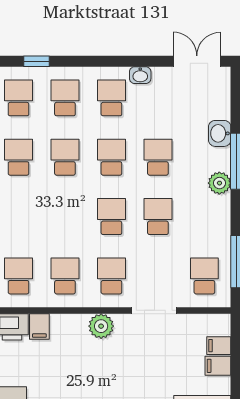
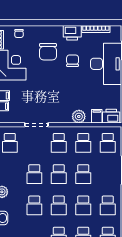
school desk: (65, 217) -> (83, 174), added
plant: (101, 326) -> (79, 116), moved

